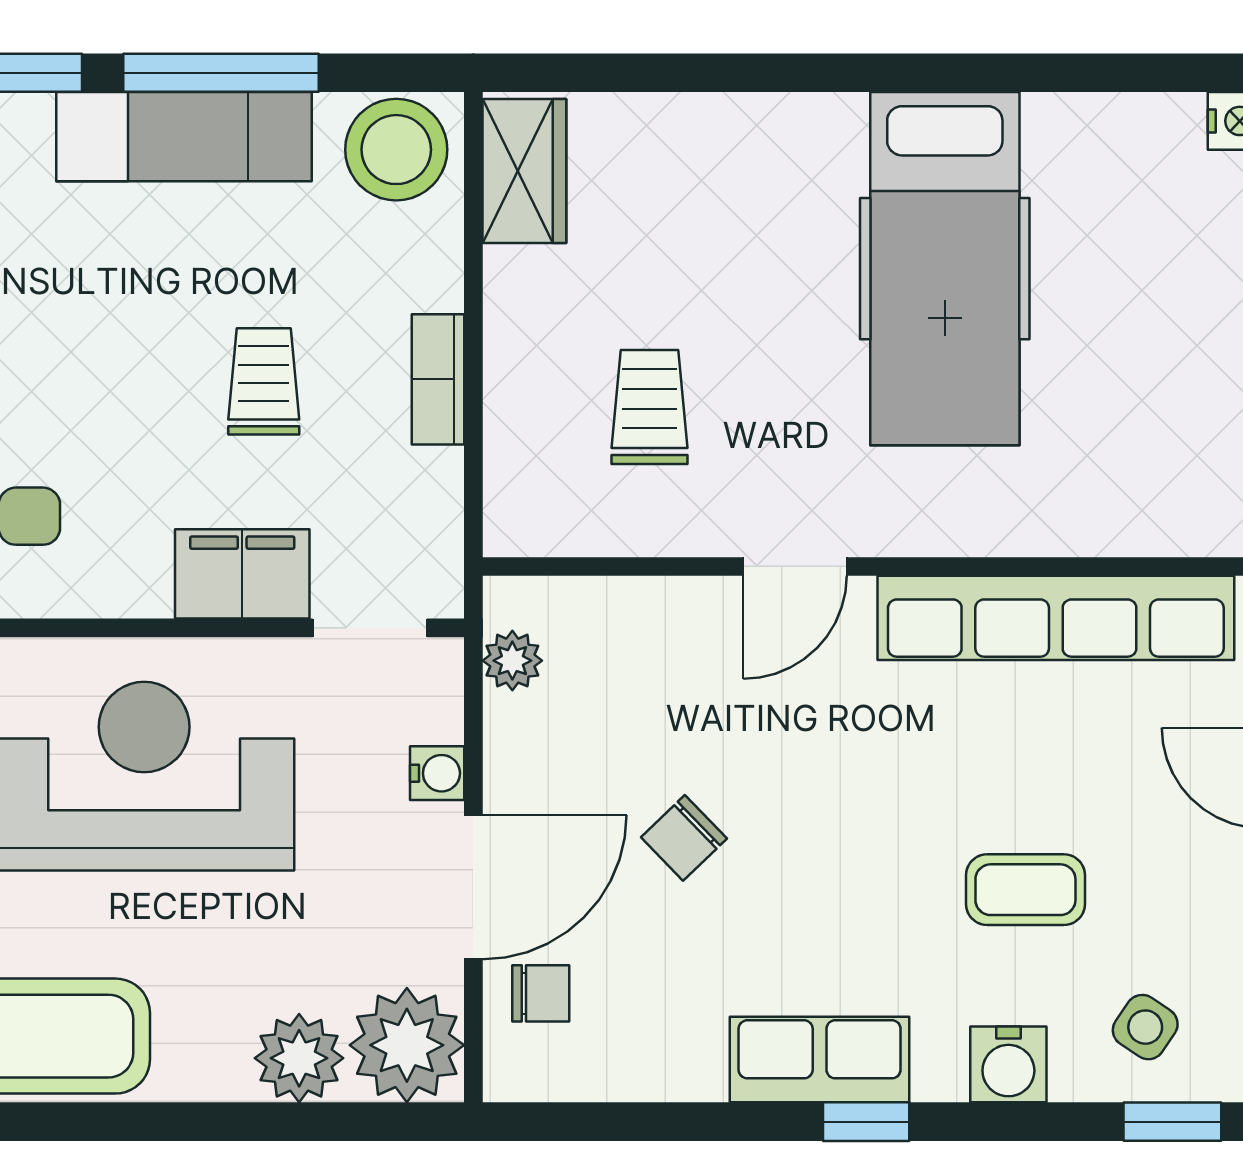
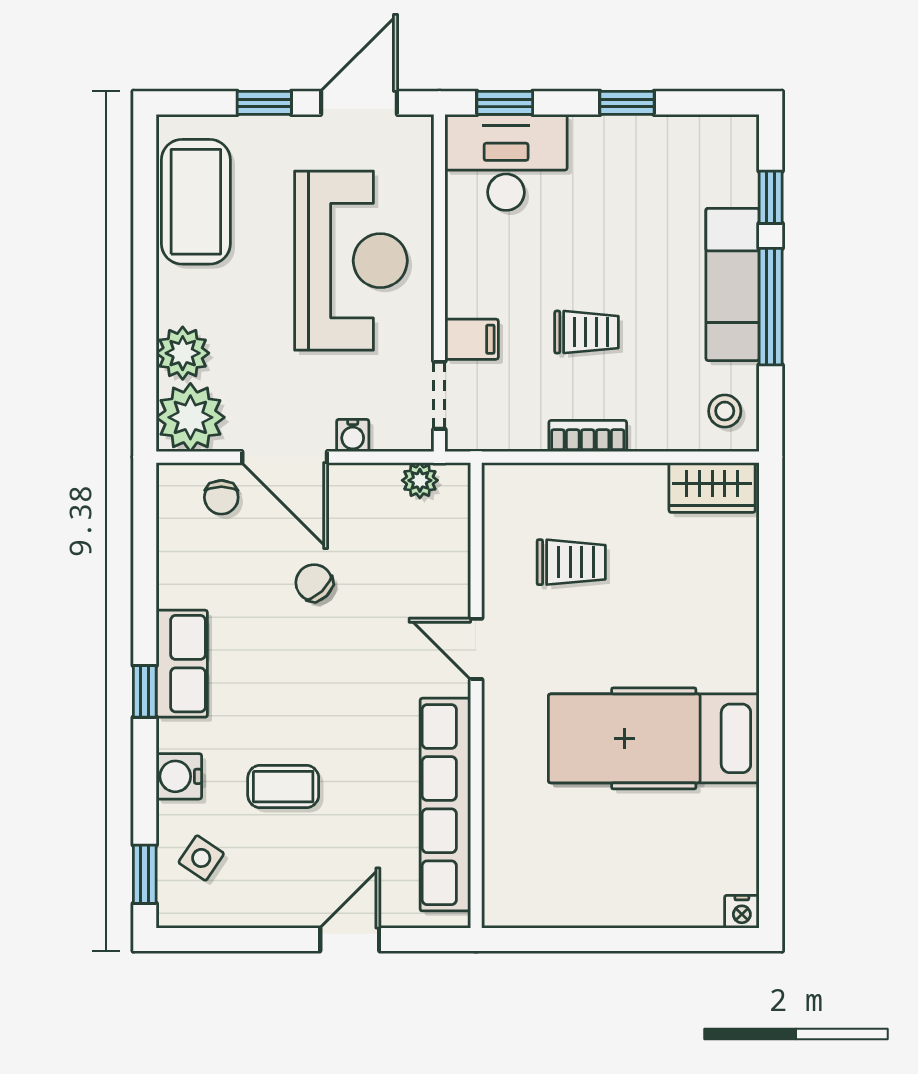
stool: (396, 150) -> (725, 411), width x0.53, depth x0.53
filing cabinet: (242, 574) -> (472, 339), width x0.50
coffee table: (1025, 890) -> (283, 787), turned 90

